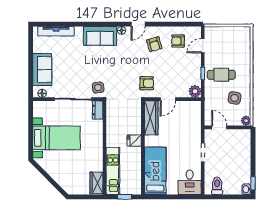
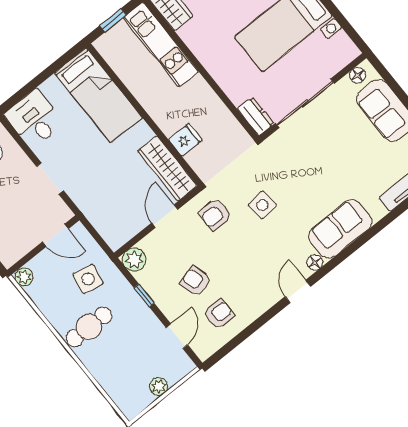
plant: (227, 31) -> (159, 387), added
armchair: (154, 44) -> (196, 281), moved
cafe table: (221, 75) -> (89, 327), moved
side table: (98, 88) -> (262, 205), moved
side table: (235, 98) -> (88, 279), moved
fridge: (134, 141) -> (185, 140), moved

